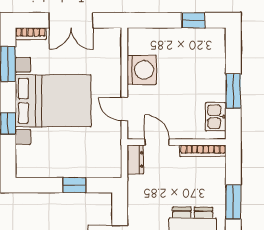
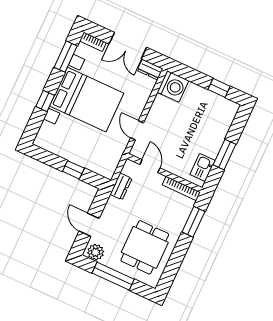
dresser: (108, 35) -> (150, 70), added
washing machine: (142, 70) -> (173, 86), moved
dresser: (135, 159) -> (121, 186), moved
window: (233, 202) -> (193, 222), moved

